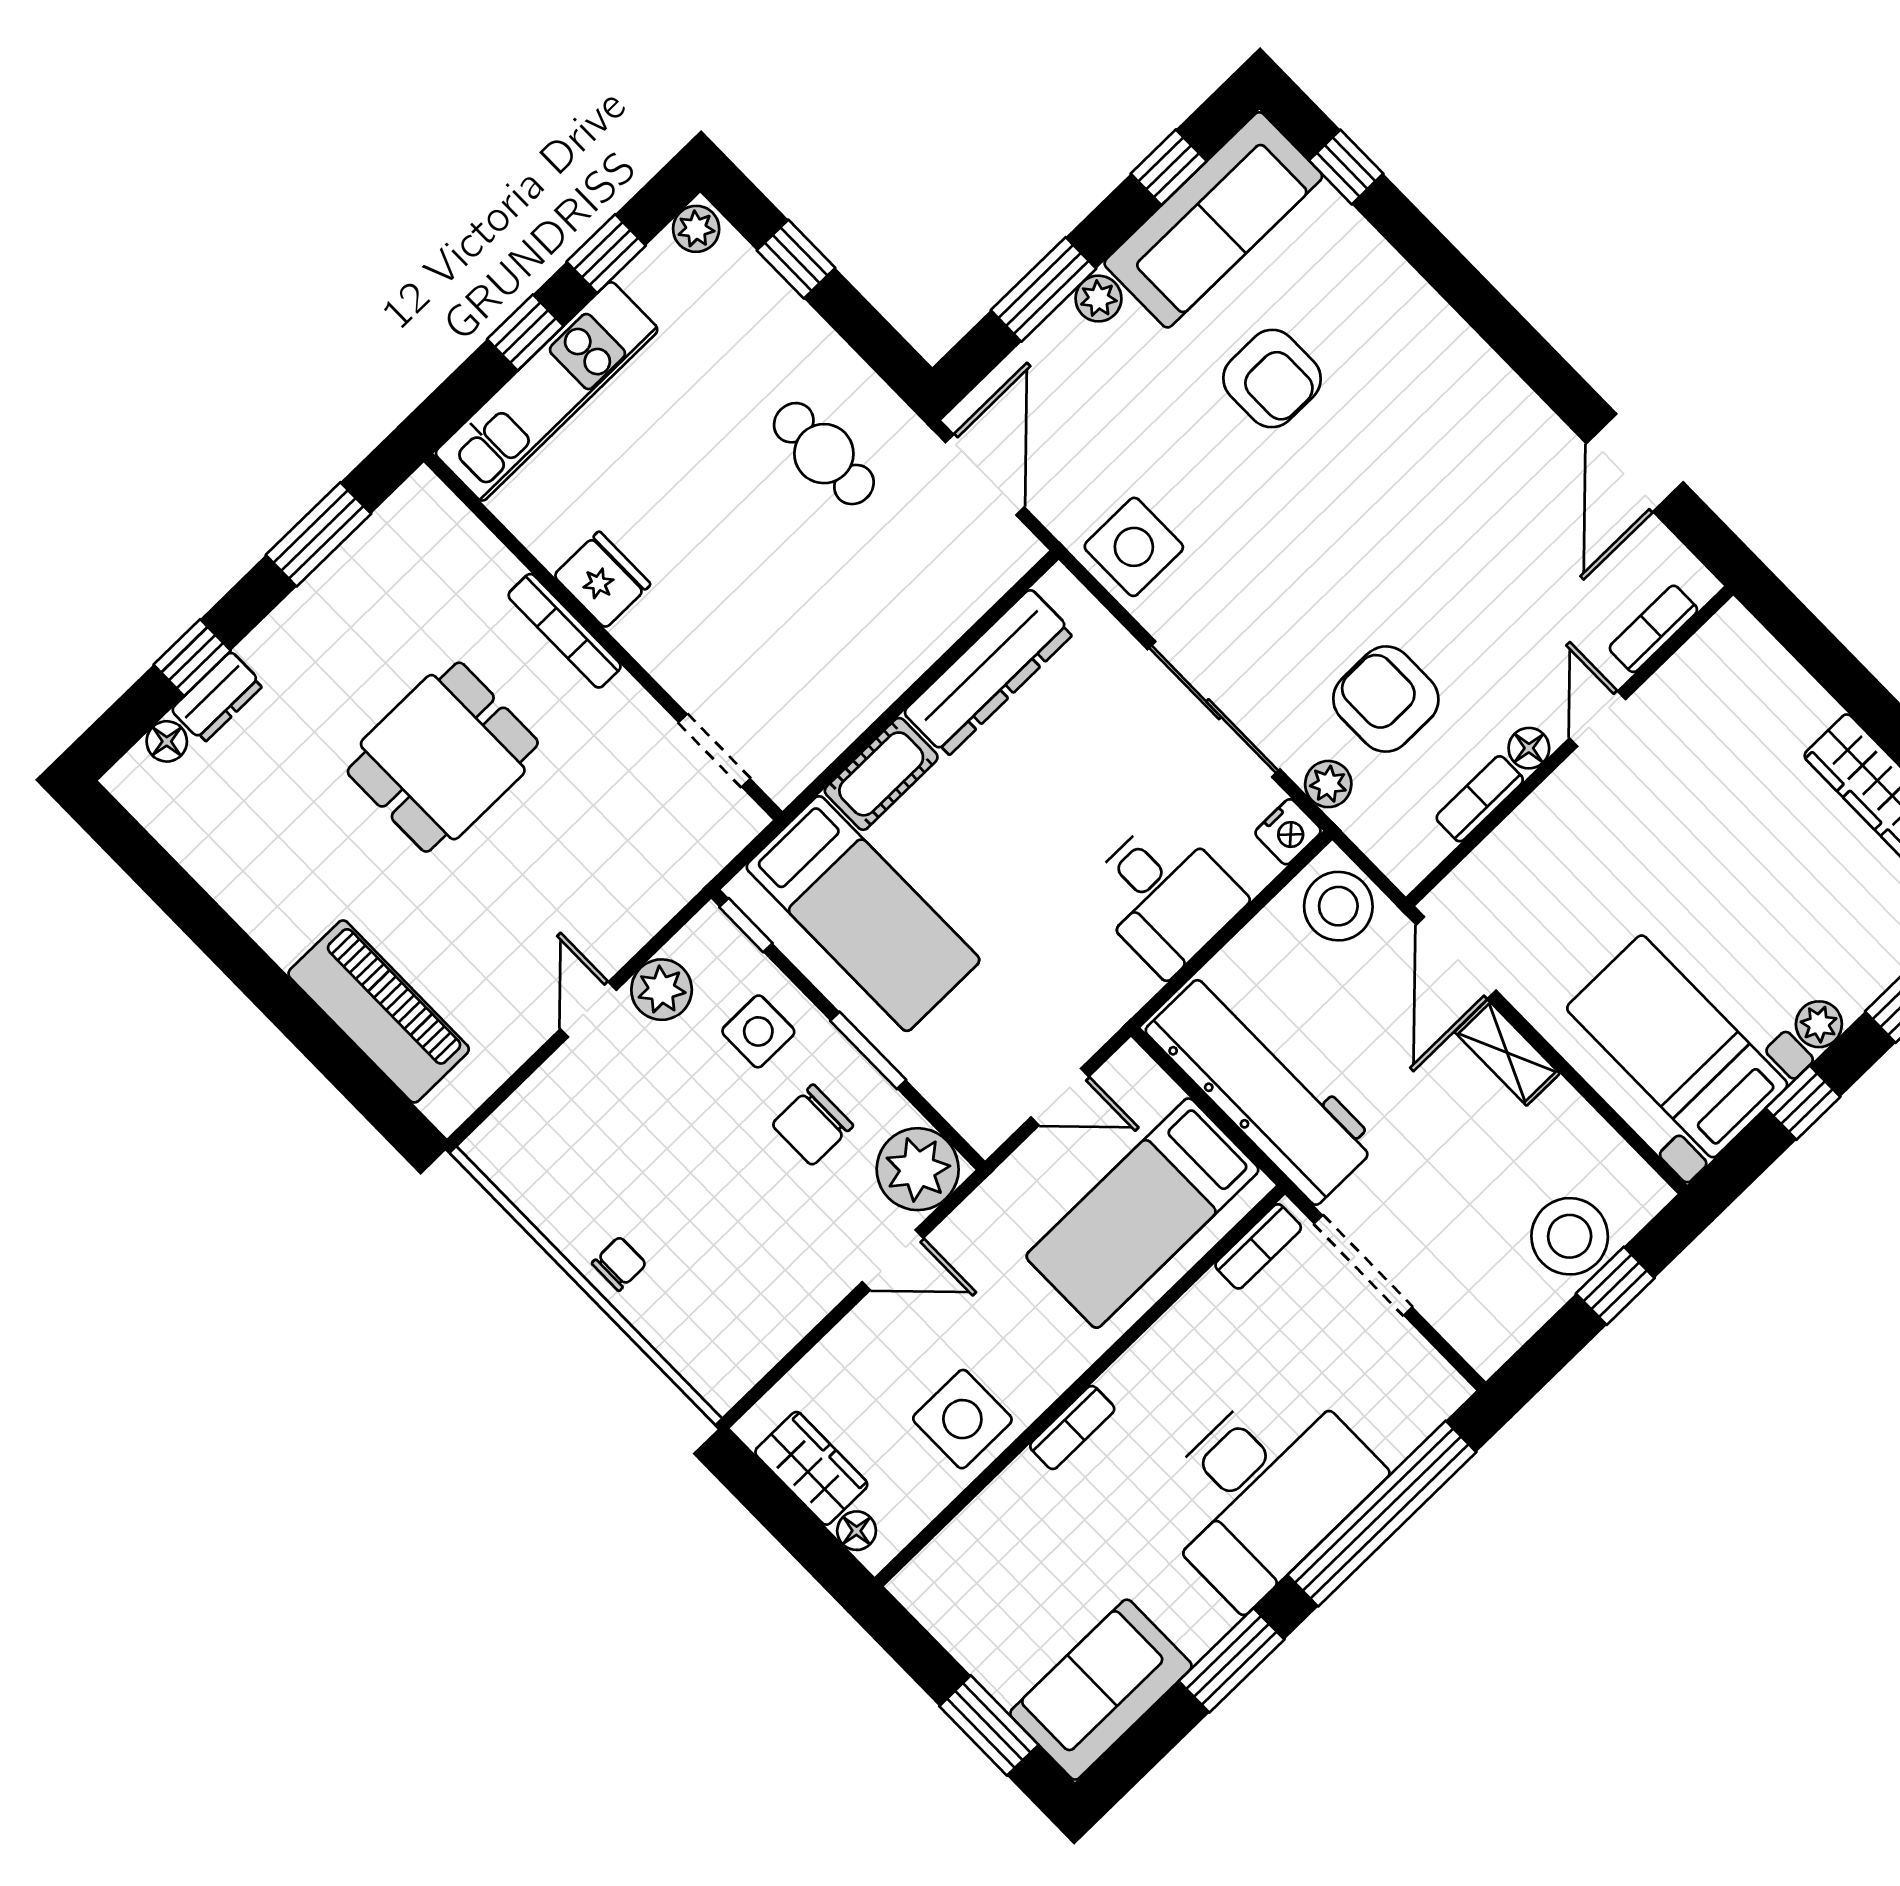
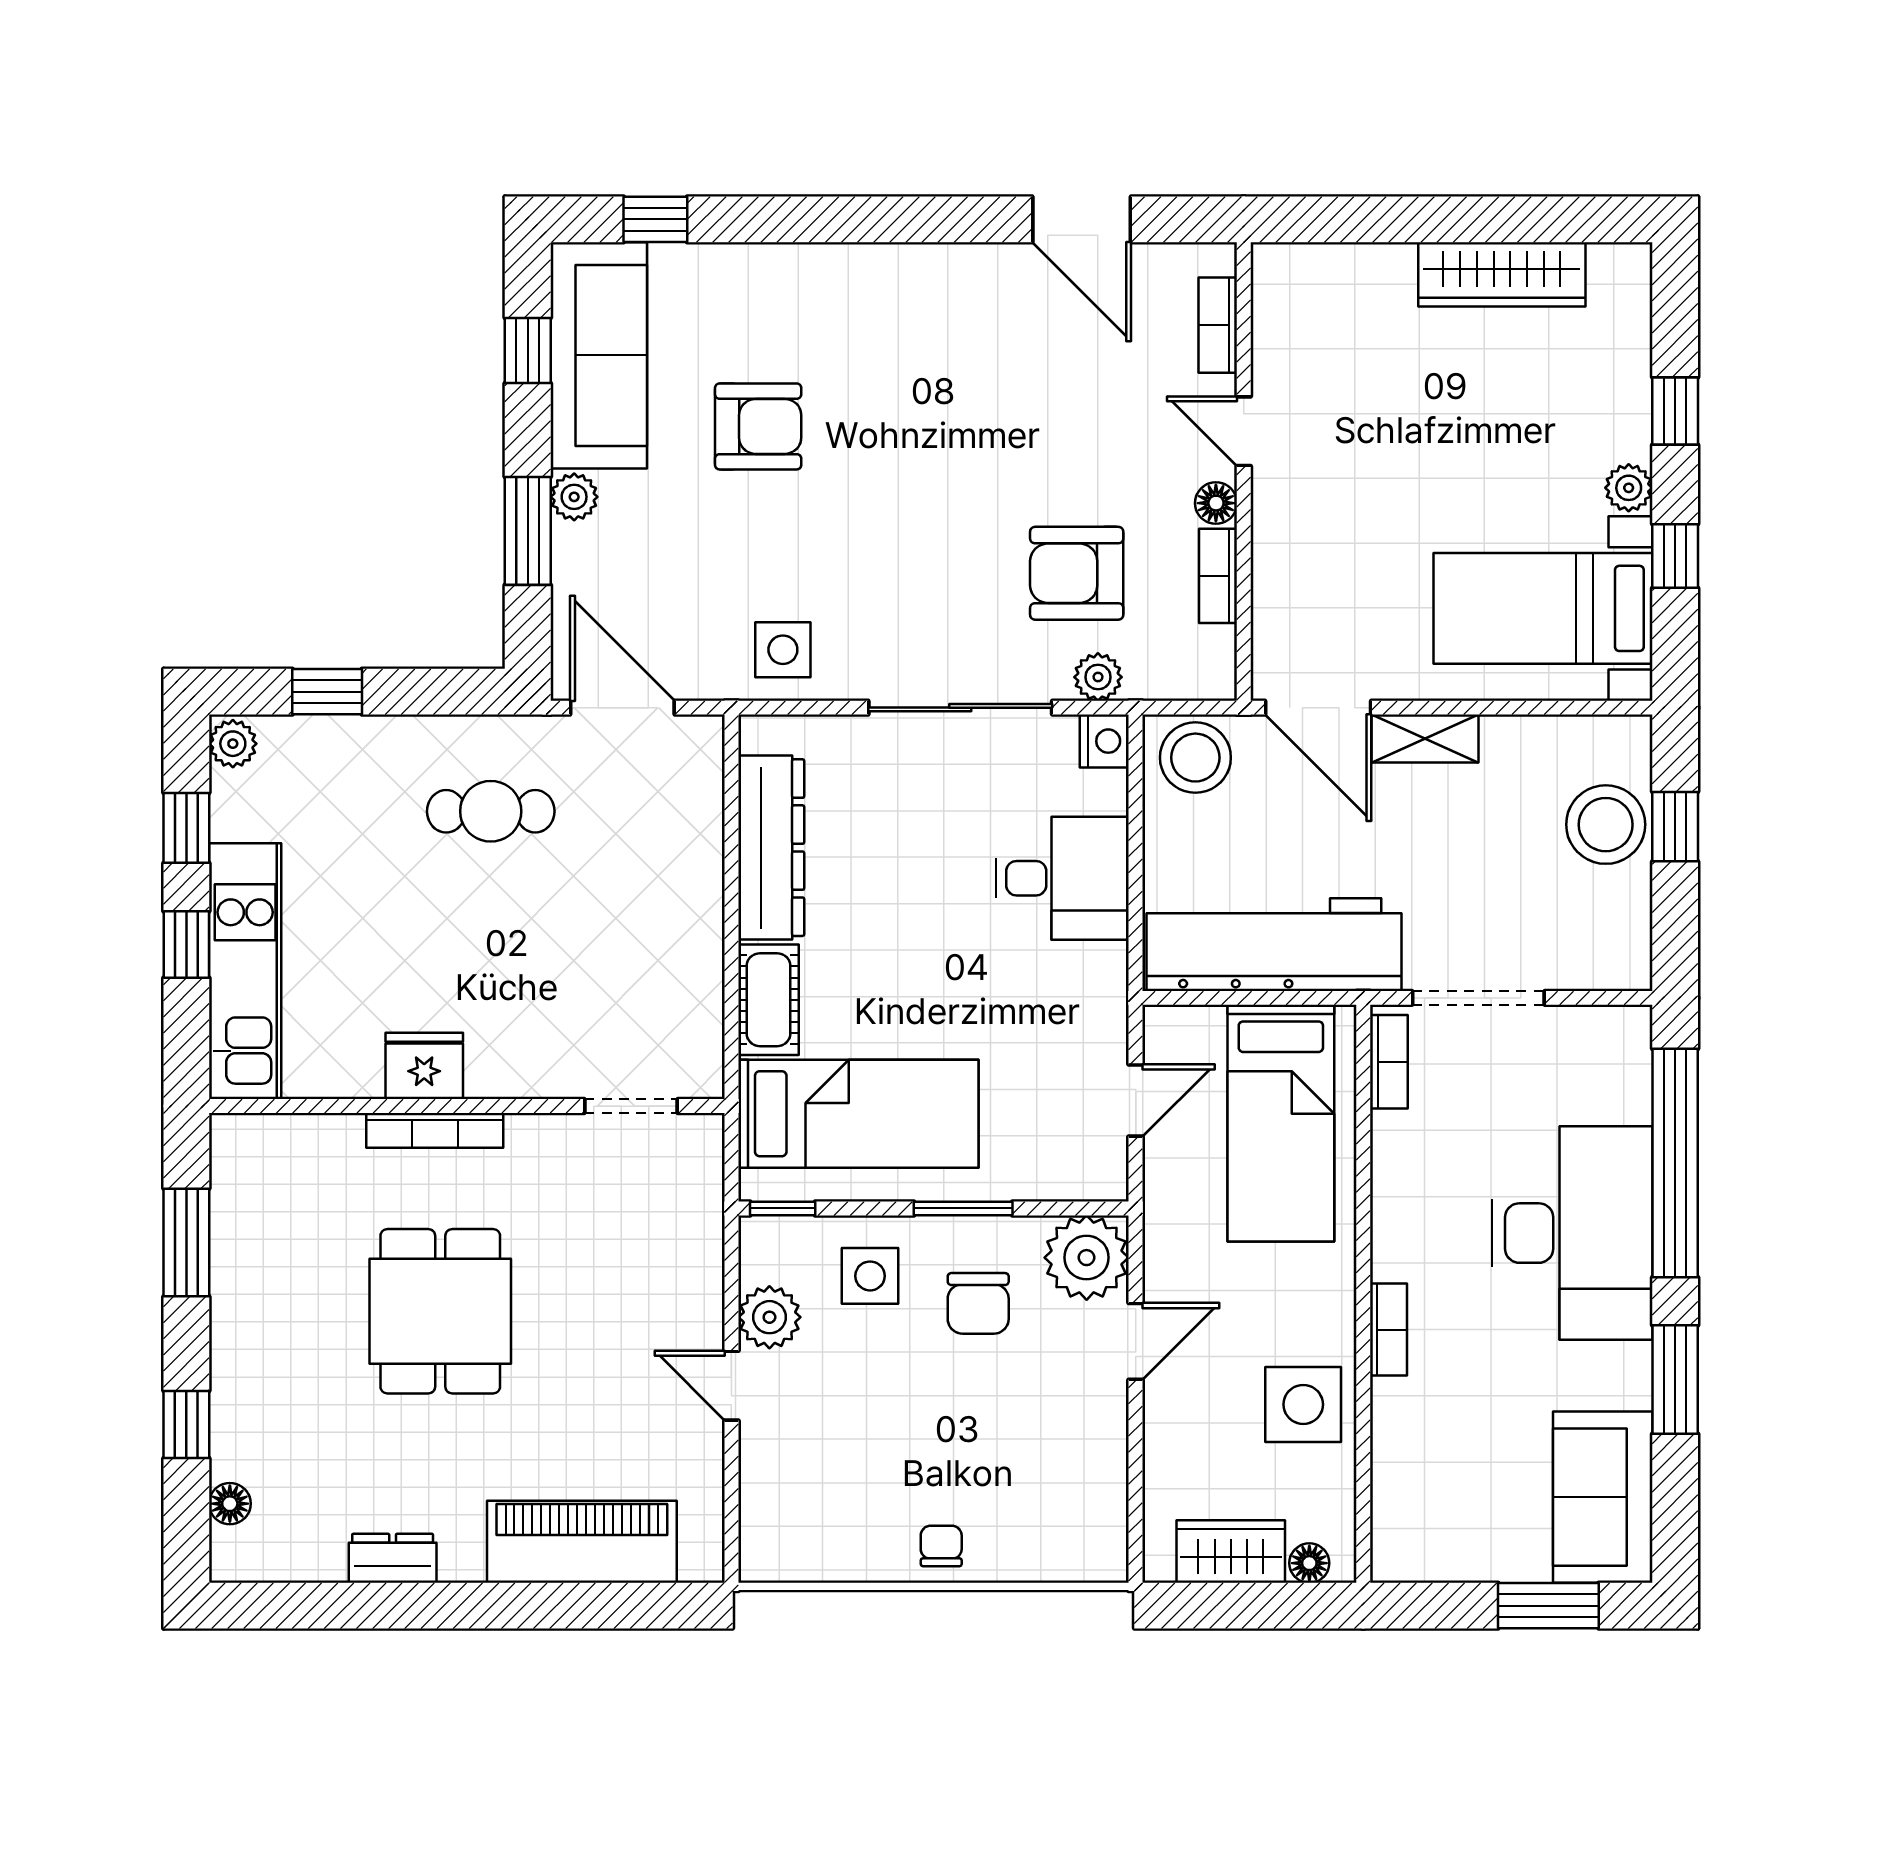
side table: (1134, 547) -> (783, 650), width x0.73, depth x0.73
dresser: (217, 697) -> (393, 1558), moved, turned -90

